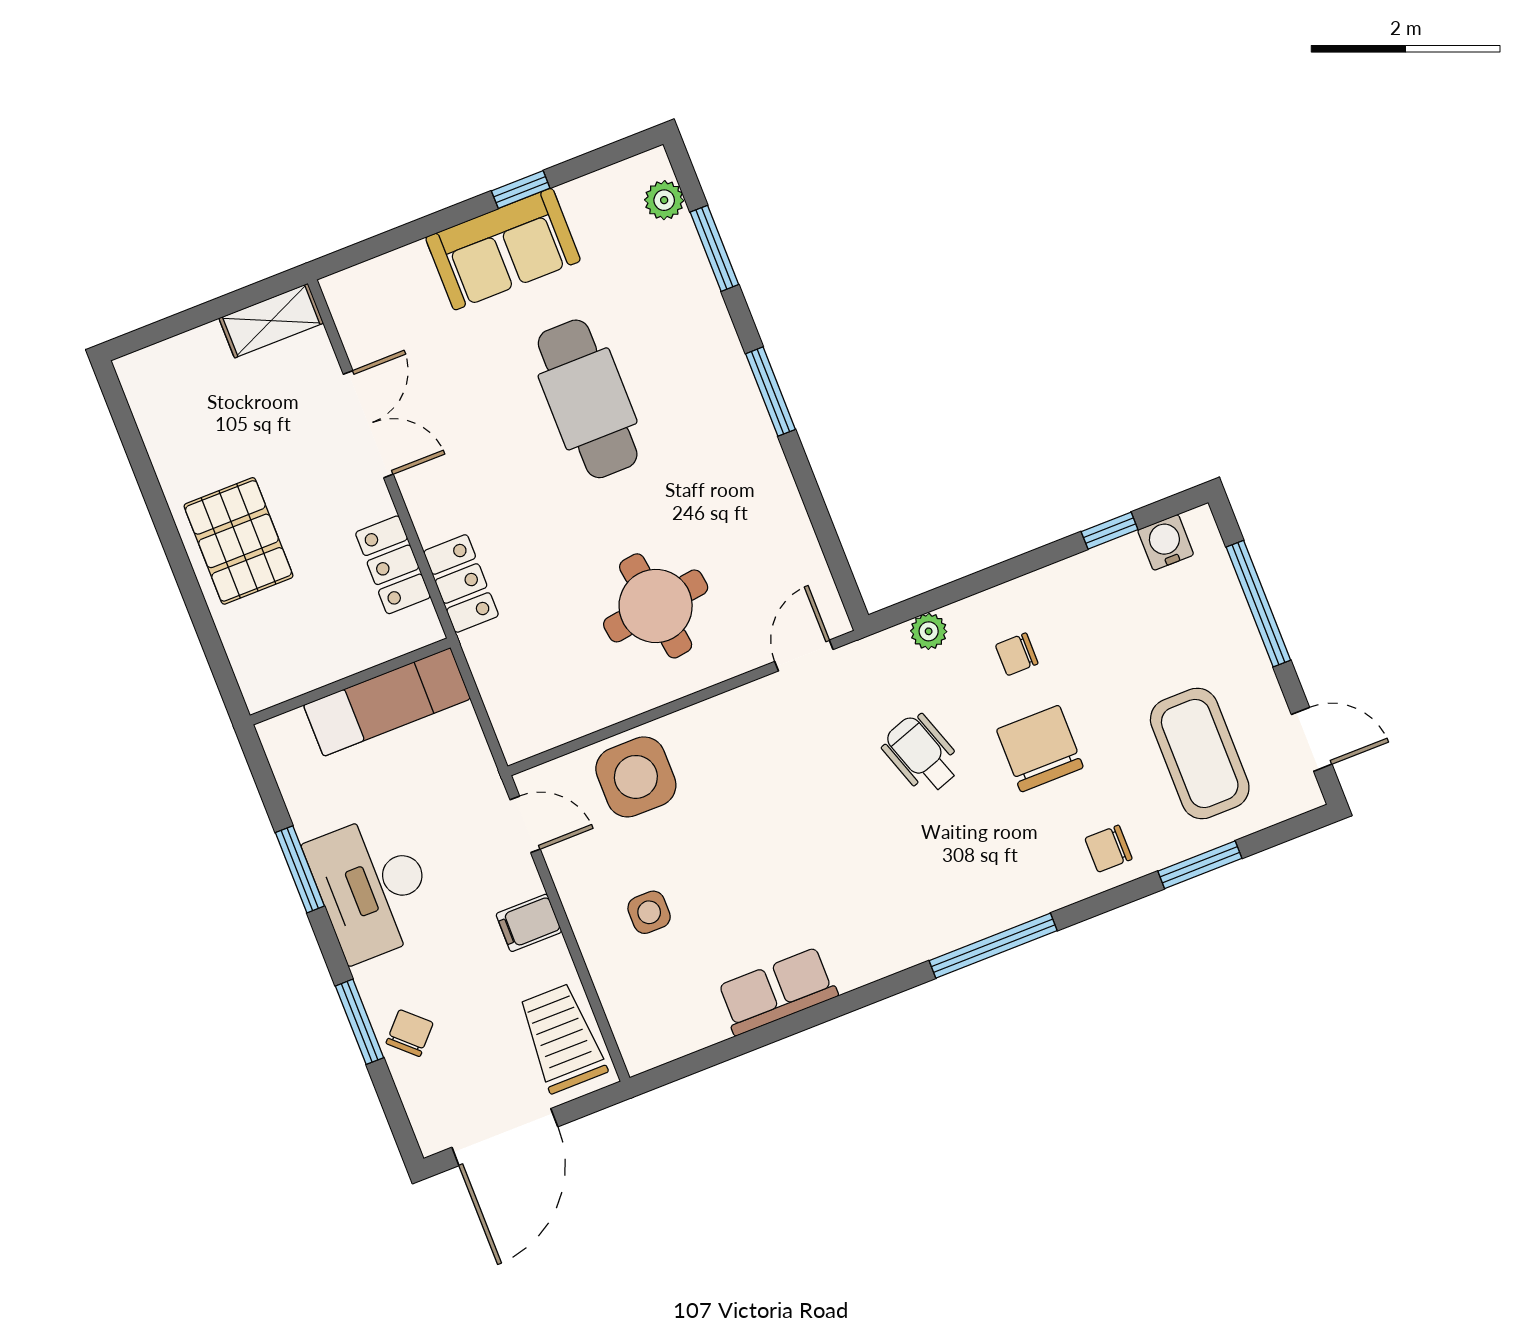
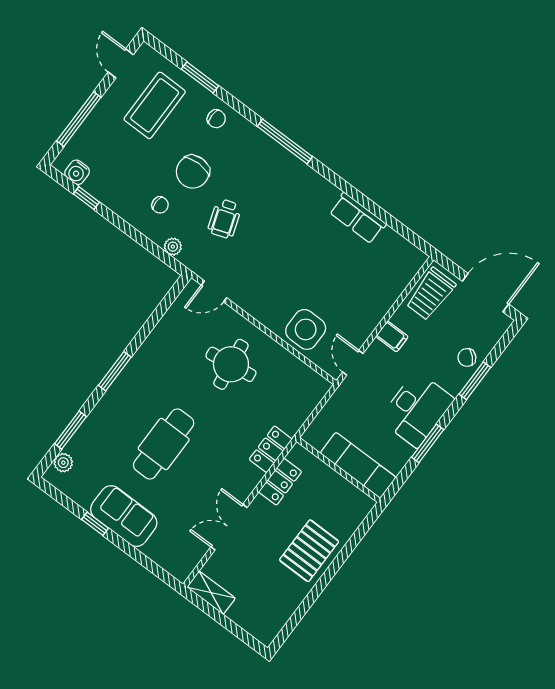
exam couch: (387, 702) -> (358, 465), moved
side table: (649, 912) -> (358, 290), removed

